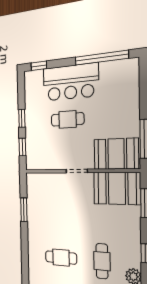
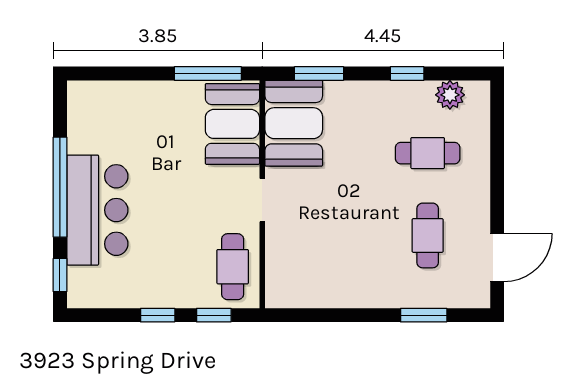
window: (101, 58) -> (60, 187), moved
cafe table: (68, 119) -> (233, 267), moved
window: (24, 210) -> (424, 315), moved

